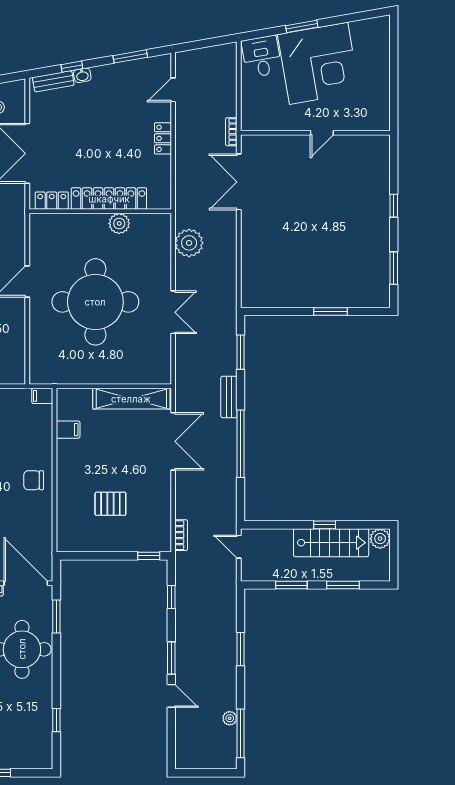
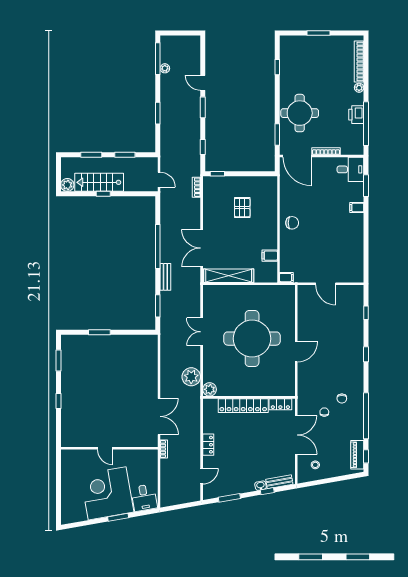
door: (322, 133) -> (105, 448), swing flipped
plant: (119, 223) -> (210, 389), moved
pallet: (110, 504) -> (242, 208), turned 90

